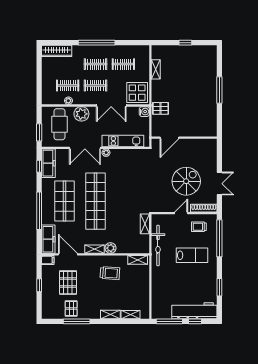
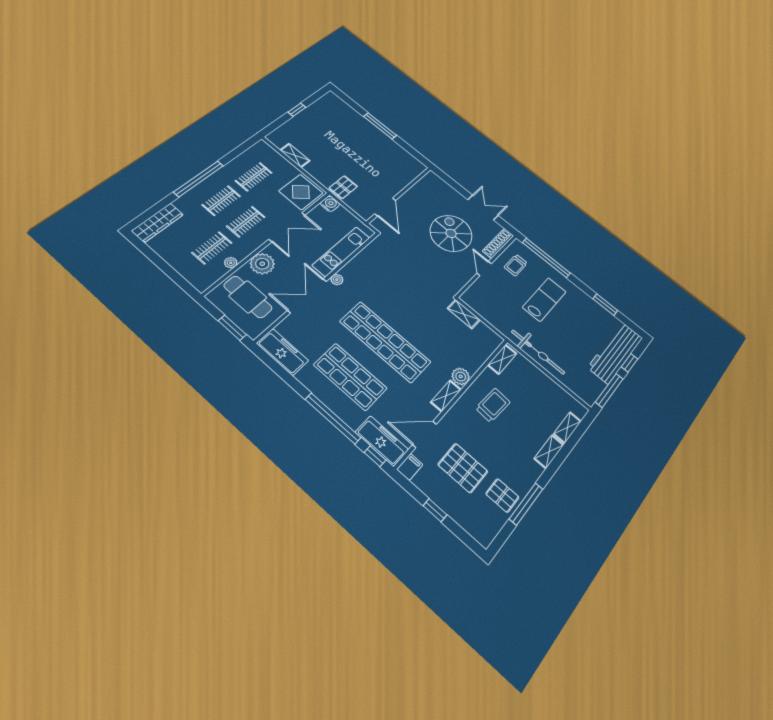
double door: (85, 148) -> (307, 296), swing flipped
window: (39, 166) -> (375, 456), moved
bicycle: (158, 245) -> (538, 352), moved

